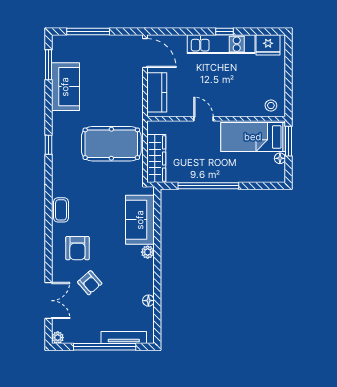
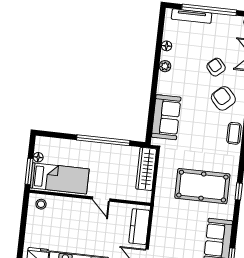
pool table: (111, 144) -> (202, 186), moved
armchair: (77, 248) -> (223, 98), turned -42
plant: (148, 252) -> (165, 66), moved

